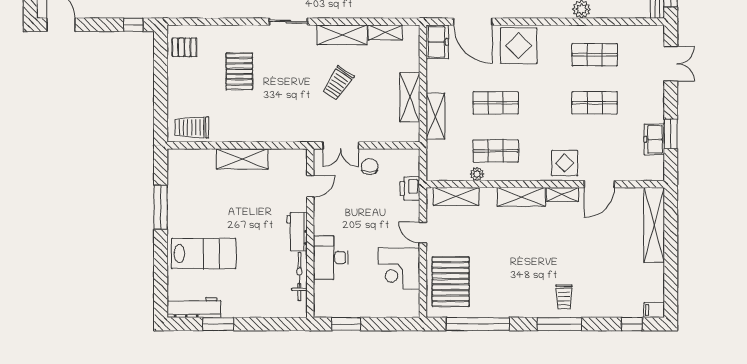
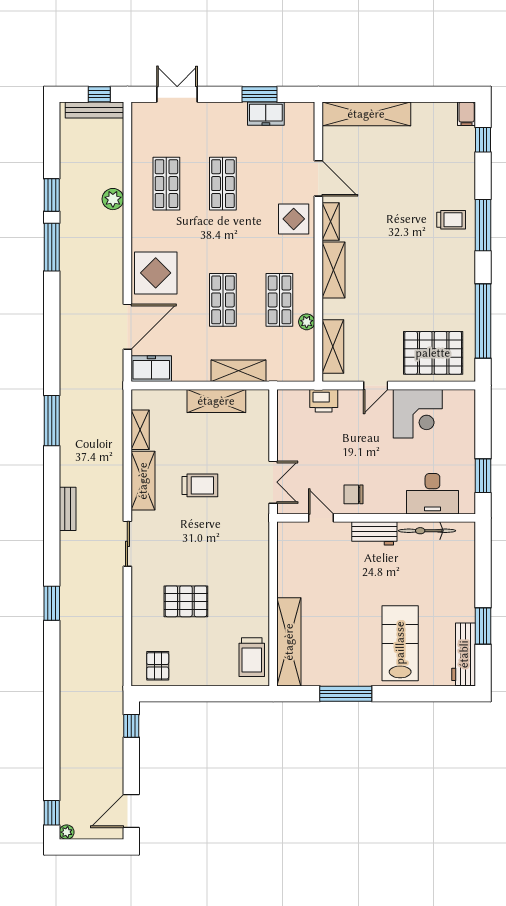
trolley: (338, 83) -> (200, 485), turned -34
shelving: (242, 159) -> (289, 642), moved, width x1.47
chair: (370, 166) -> (353, 494), moved
desk: (331, 258) -> (432, 494), moved

